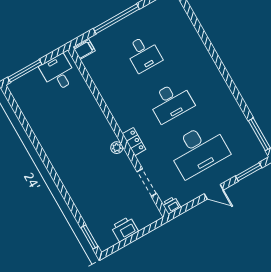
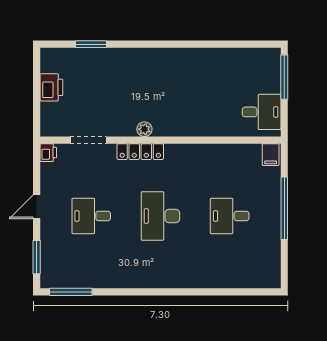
locker: (134, 142) -> (140, 152), width x1.53
desk: (198, 150) -> (91, 216), width x0.53, depth x0.77
window: (89, 237) -> (91, 44), moved

